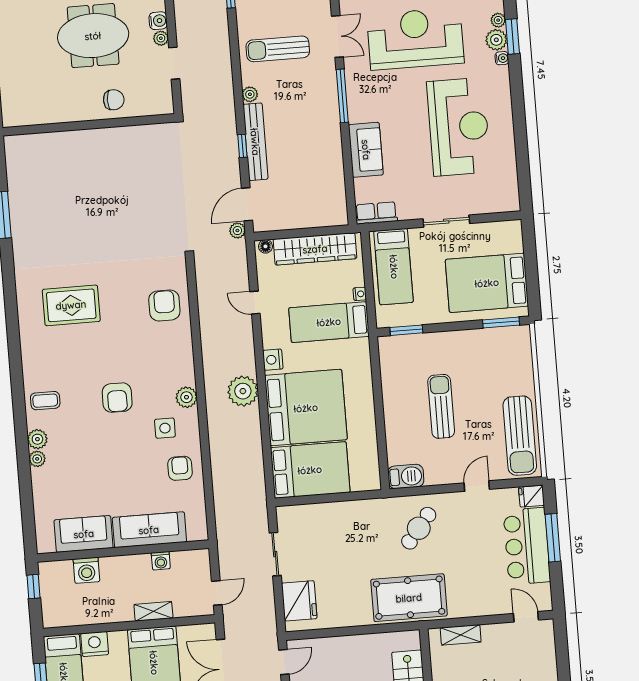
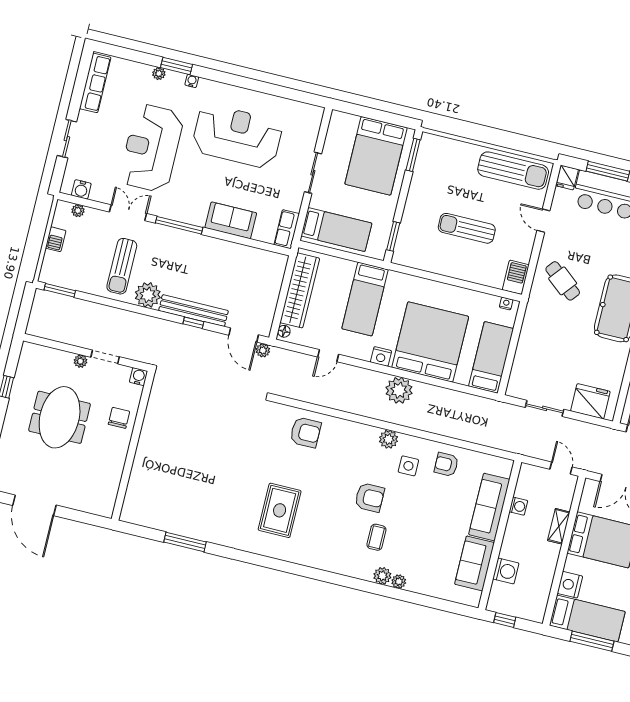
water cooler: (158, 21) -> (139, 377), moved
plant: (496, 40) -> (175, 81), removed
plant: (250, 94) -> (148, 295), width x1.88, depth x1.88
nightstand: (360, 294) -> (506, 304), moved
armchair: (164, 305) -> (305, 432), turned 180
coffee table: (45, 401) -> (376, 537), moved
bed: (310, 470) -> (491, 357), width x0.67

